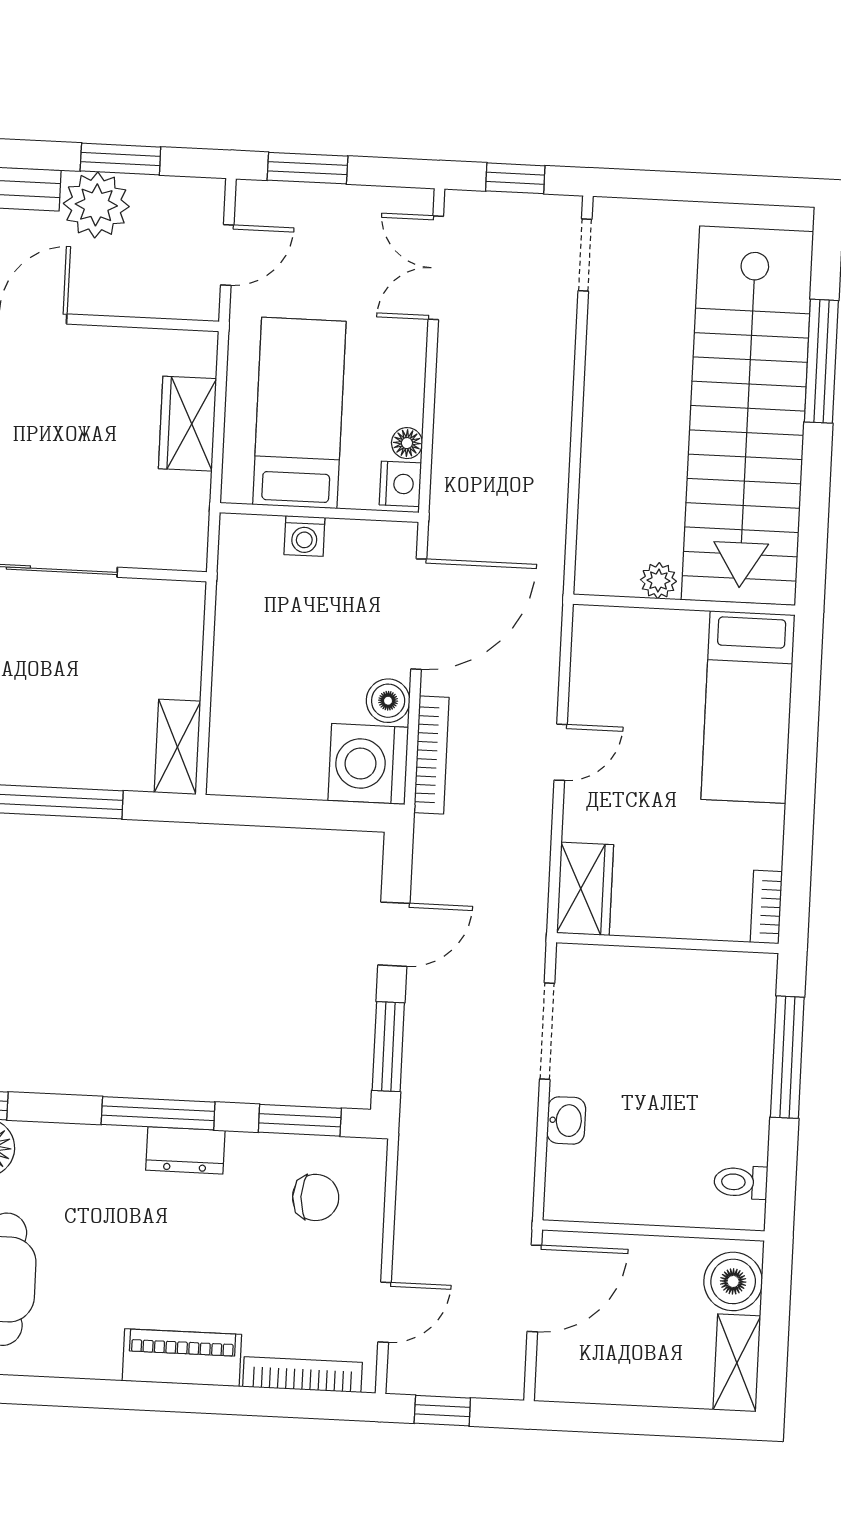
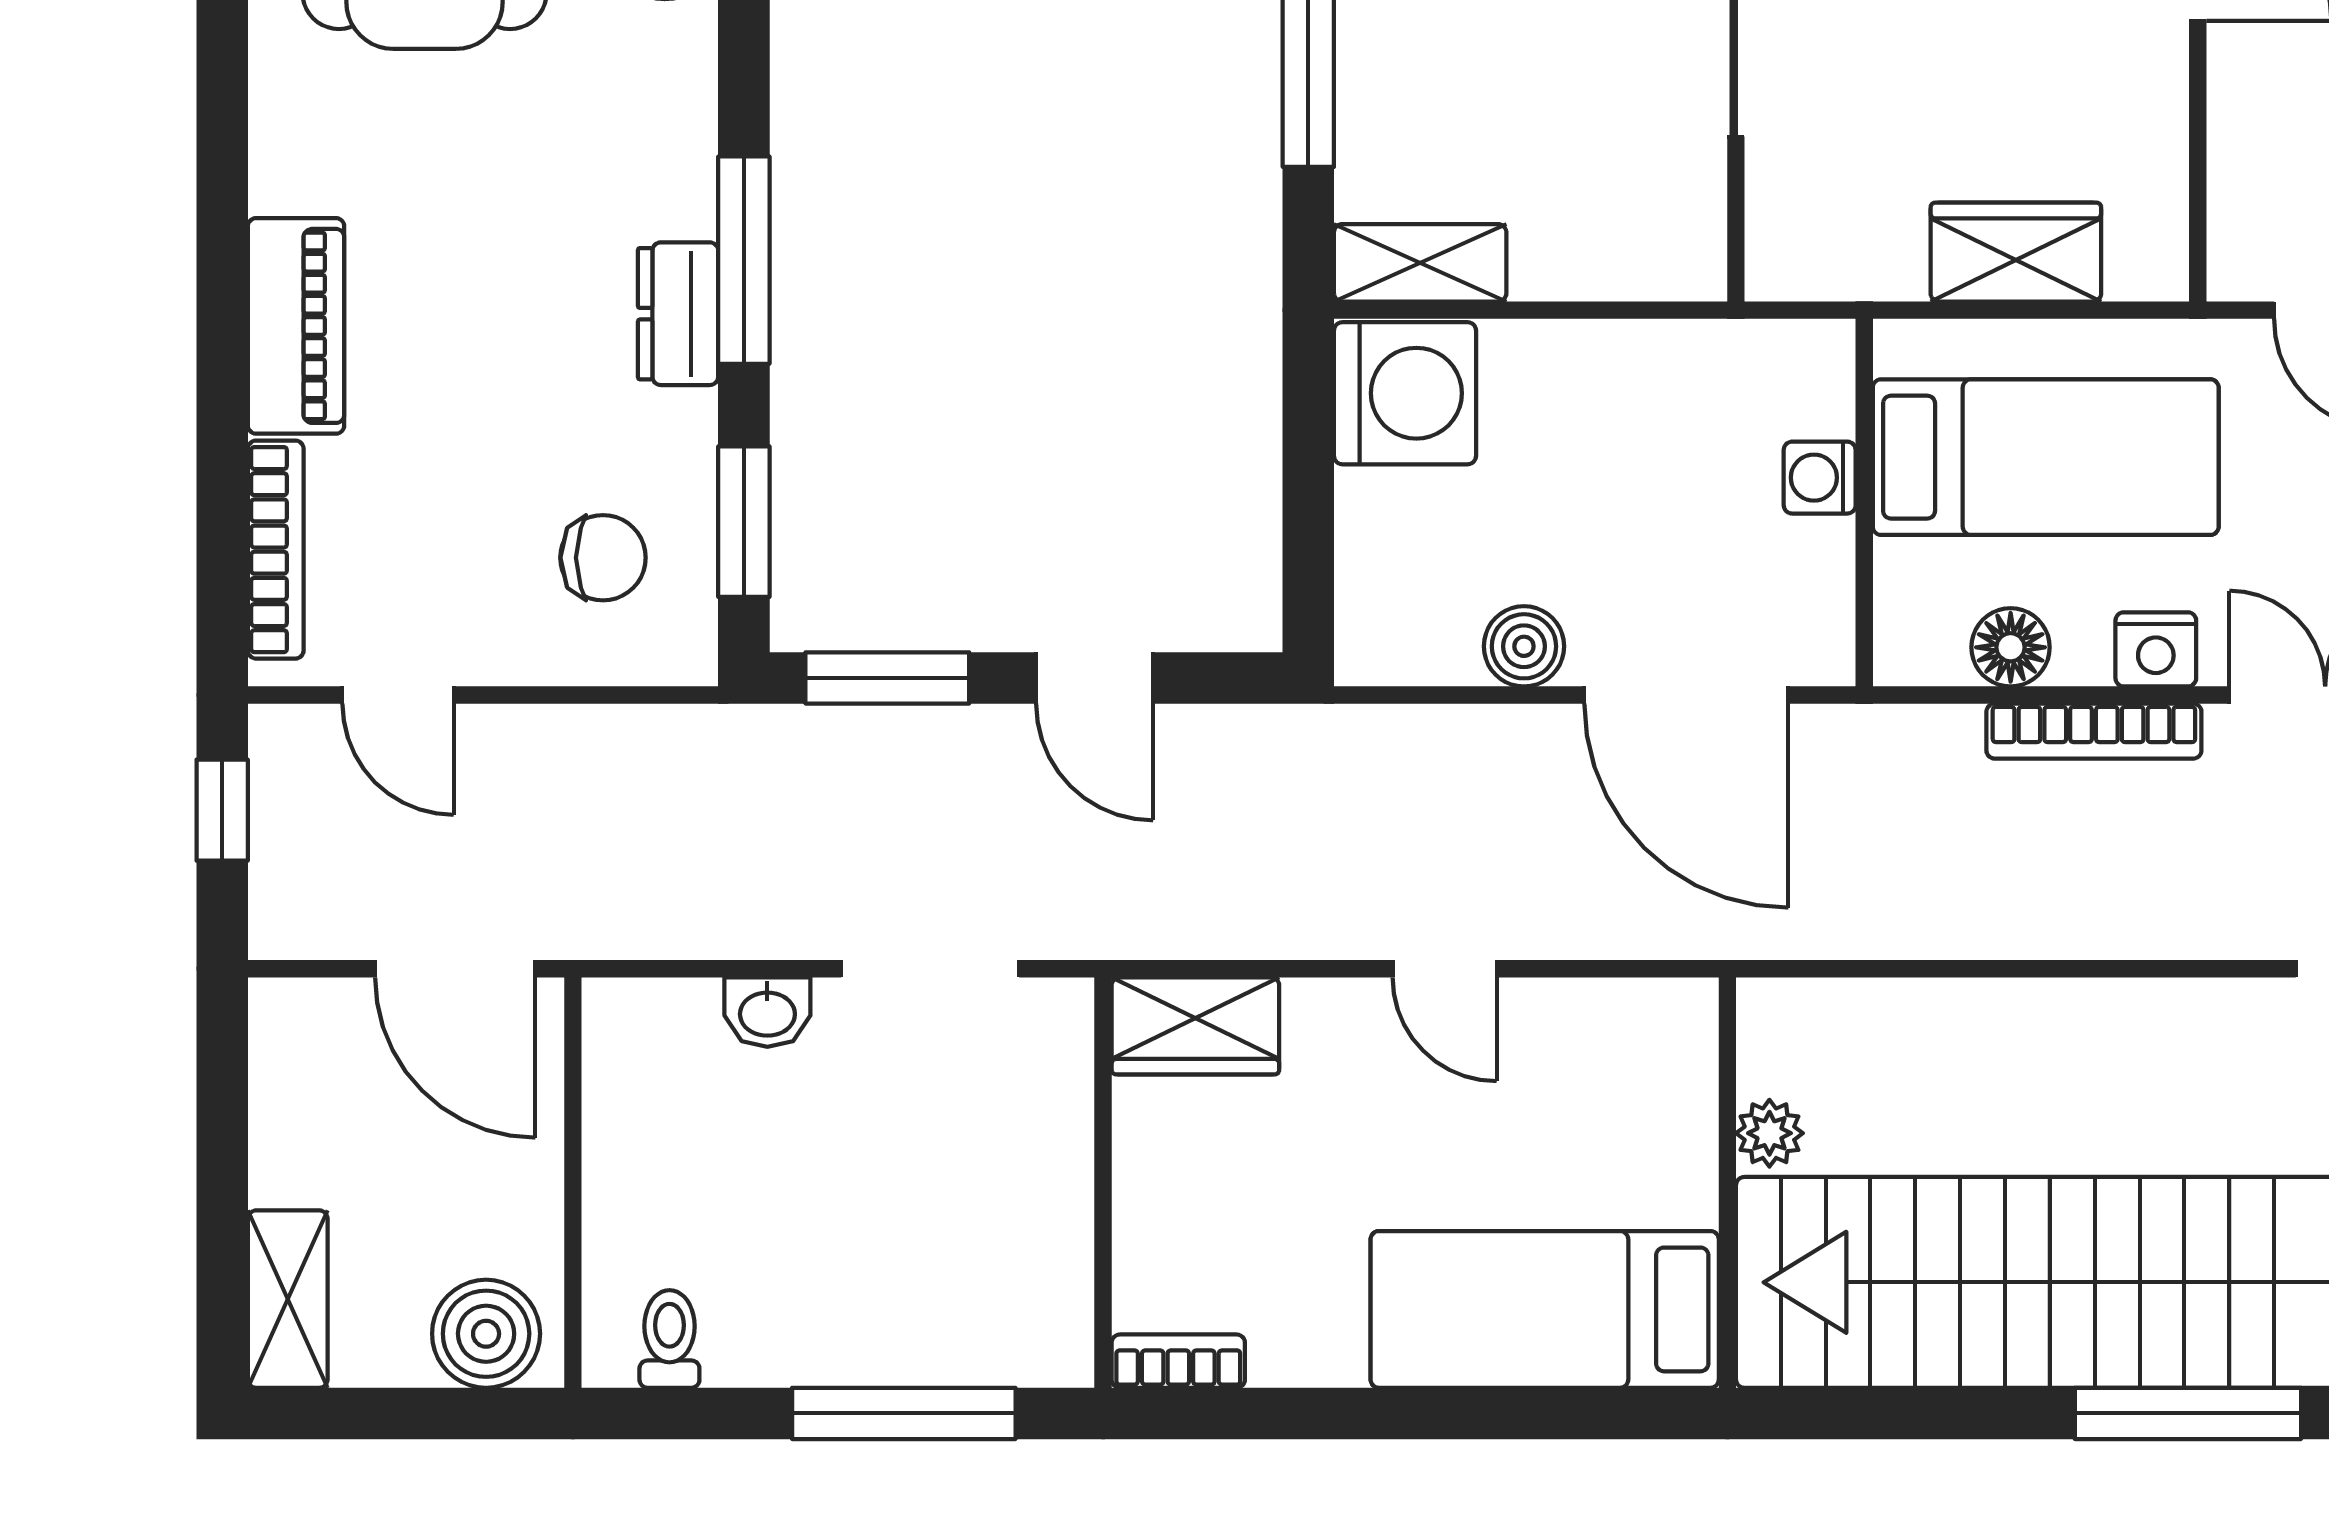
floor lamp: (407, 443) -> (2011, 647), width x1.37, depth x1.37
nightstand: (400, 484) -> (2156, 649), moved
bookcase: (431, 755) -> (2094, 731), moved
washing machine: (368, 764) -> (1405, 393), moved, turned 90
chair: (316, 1197) -> (603, 558), turned -90
shelving: (737, 1363) -> (288, 1299), moved, turned 90

